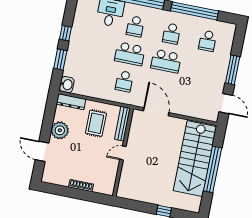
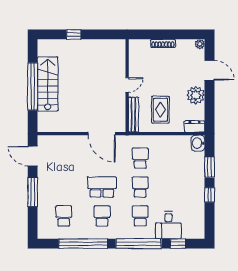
school desk: (130, 54) -> (140, 187), width x0.54
dresser: (71, 102) -> (195, 127), width x0.70
stairs: (195, 159) -> (48, 84), width x0.73, depth x0.66
plant: (46, 178) -> (200, 44), added

